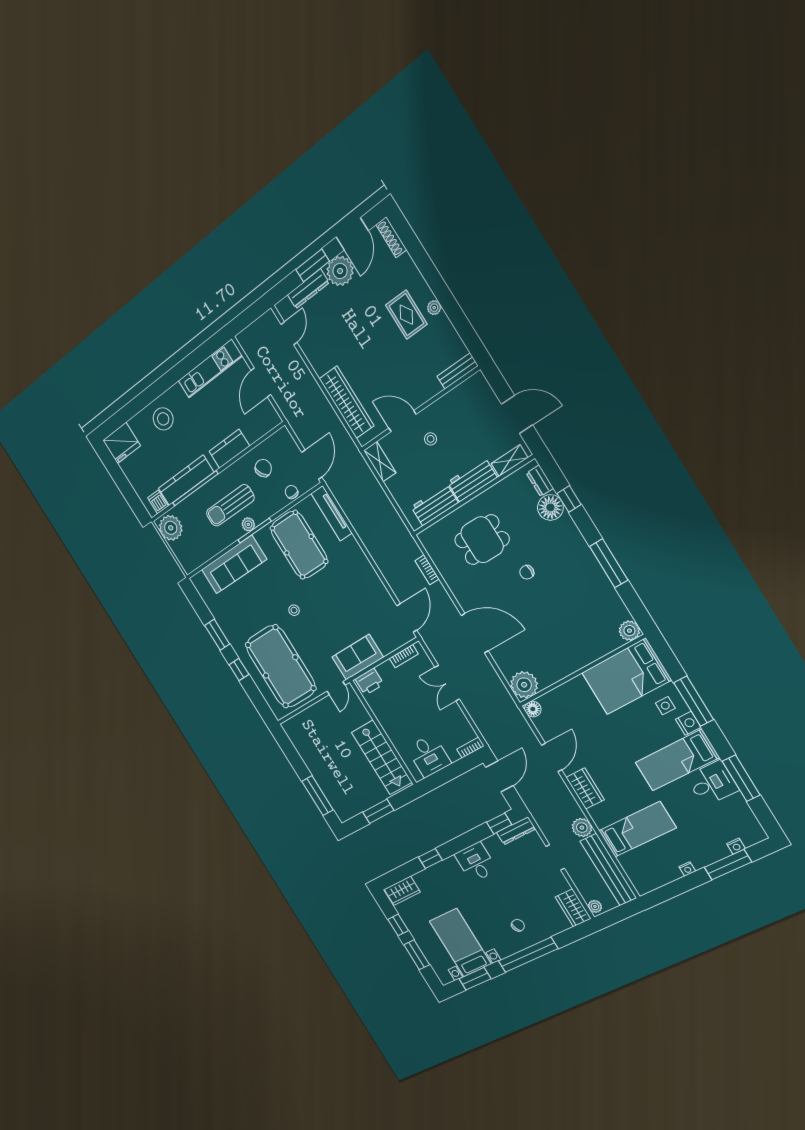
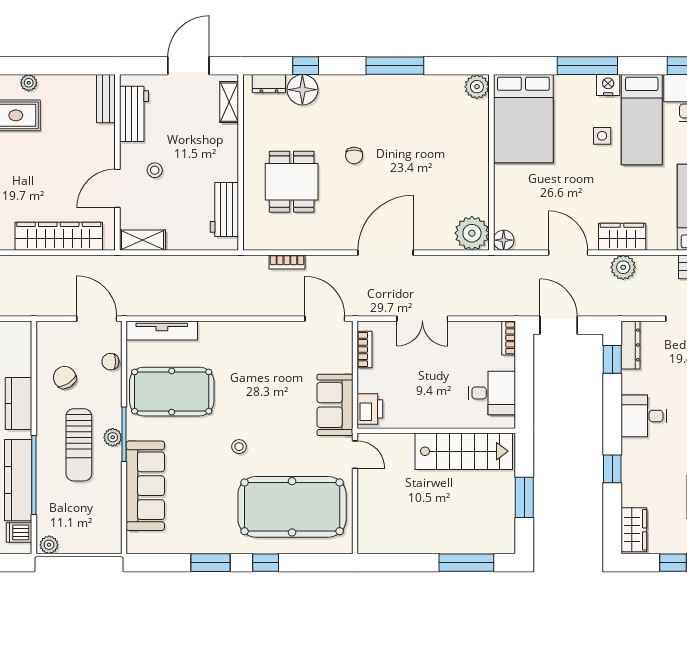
workbench: (472, 480) -> (134, 114), moved, turned 180
plant: (171, 528) -> (49, 545), width x0.53, depth x0.53
side table: (665, 706) -> (602, 136), moved
plant: (582, 828) -> (623, 267), moved

